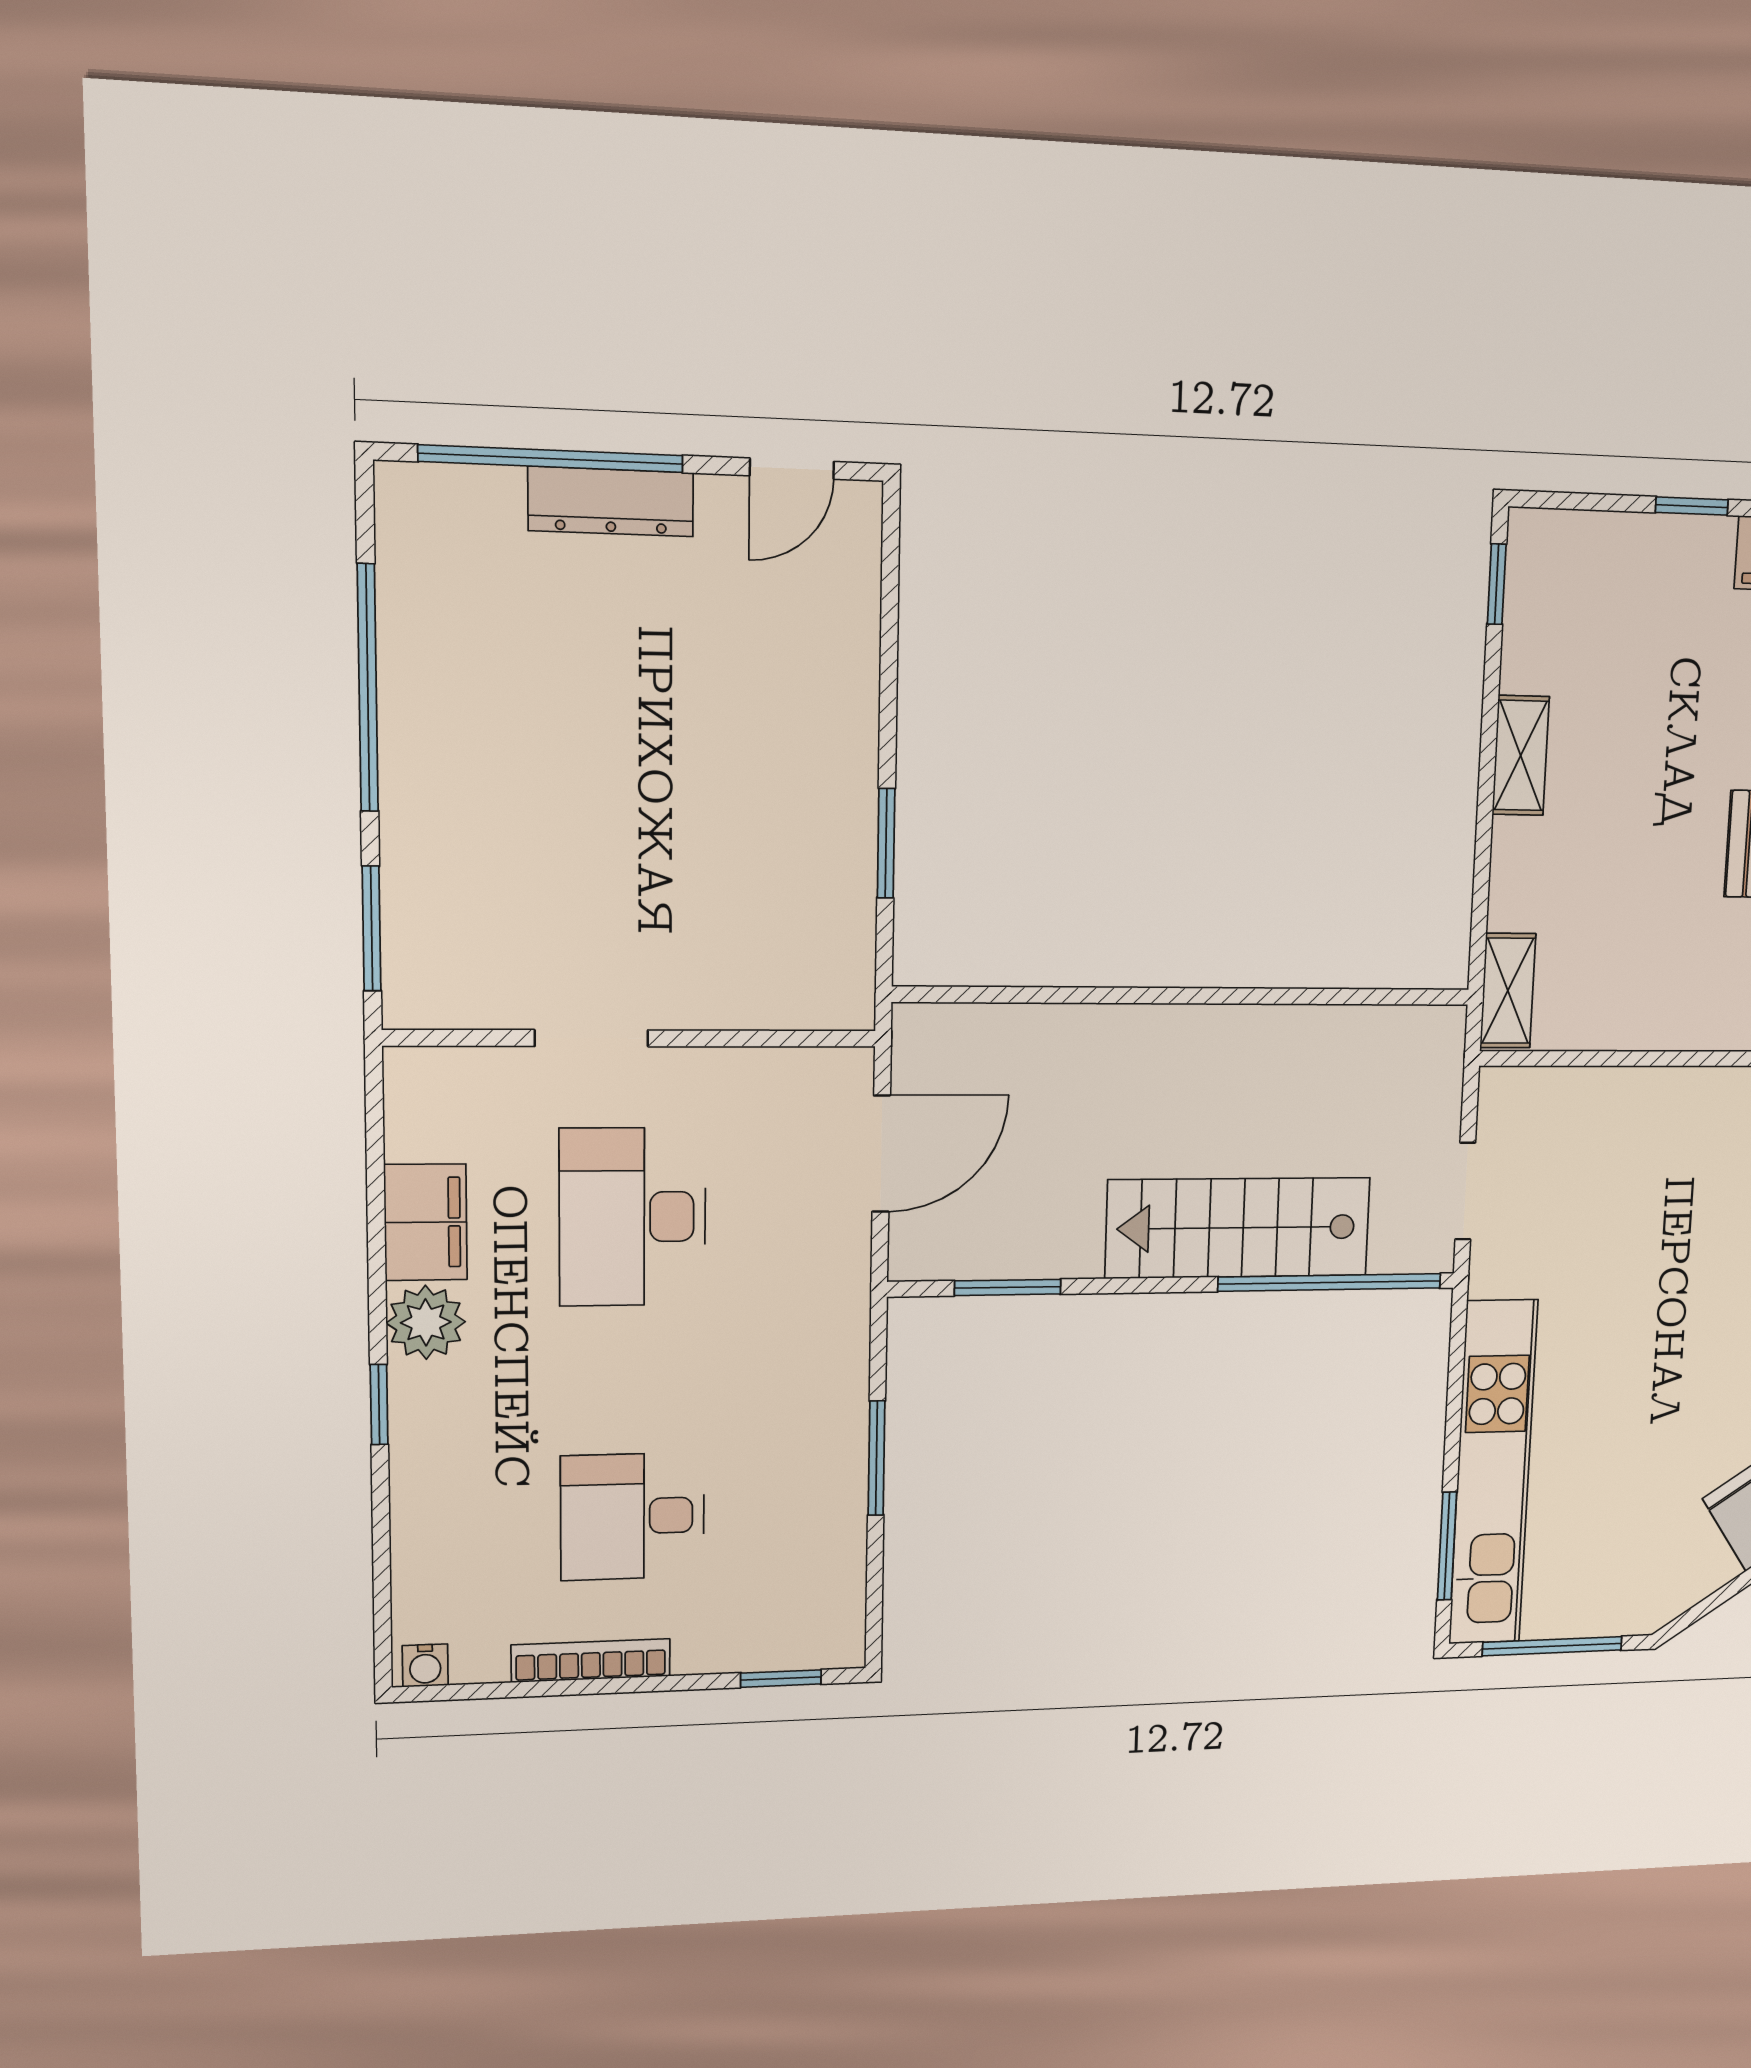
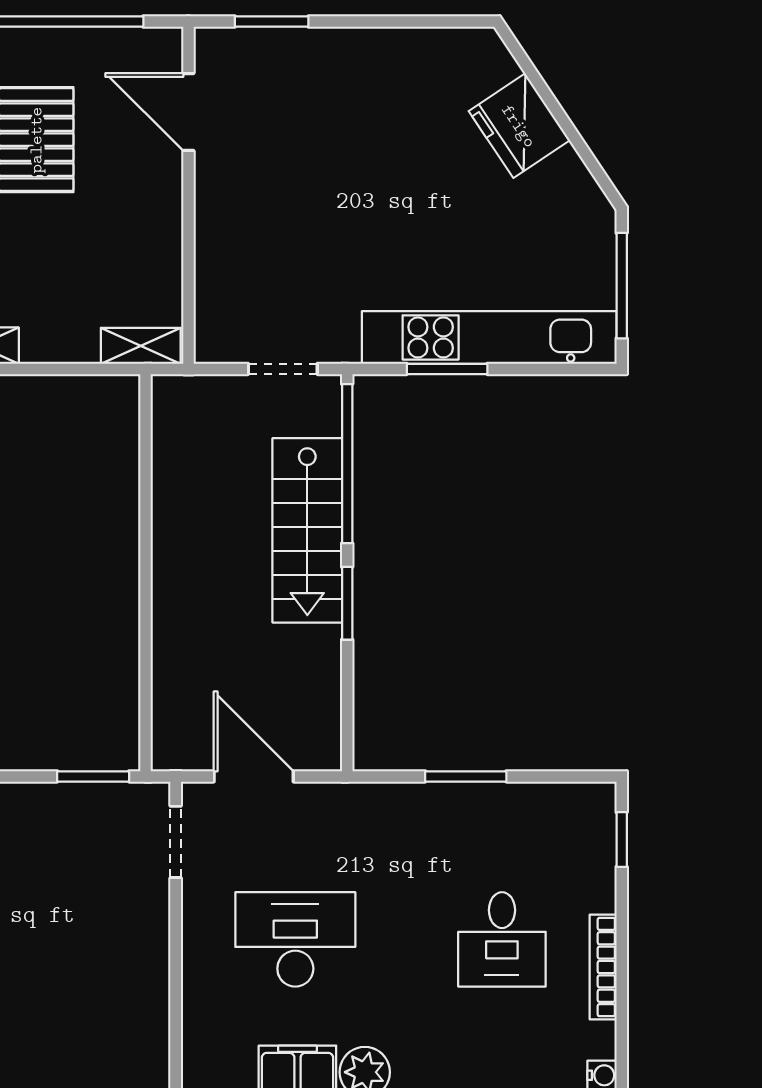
window: (886, 843) -> (93, 776), moved
doorway: (591, 1038) -> (176, 842), moved
desk: (633, 1217) -> (295, 939), turned 180
window: (1008, 1287) -> (347, 603), moved
window: (1447, 1546) -> (447, 369), moved

